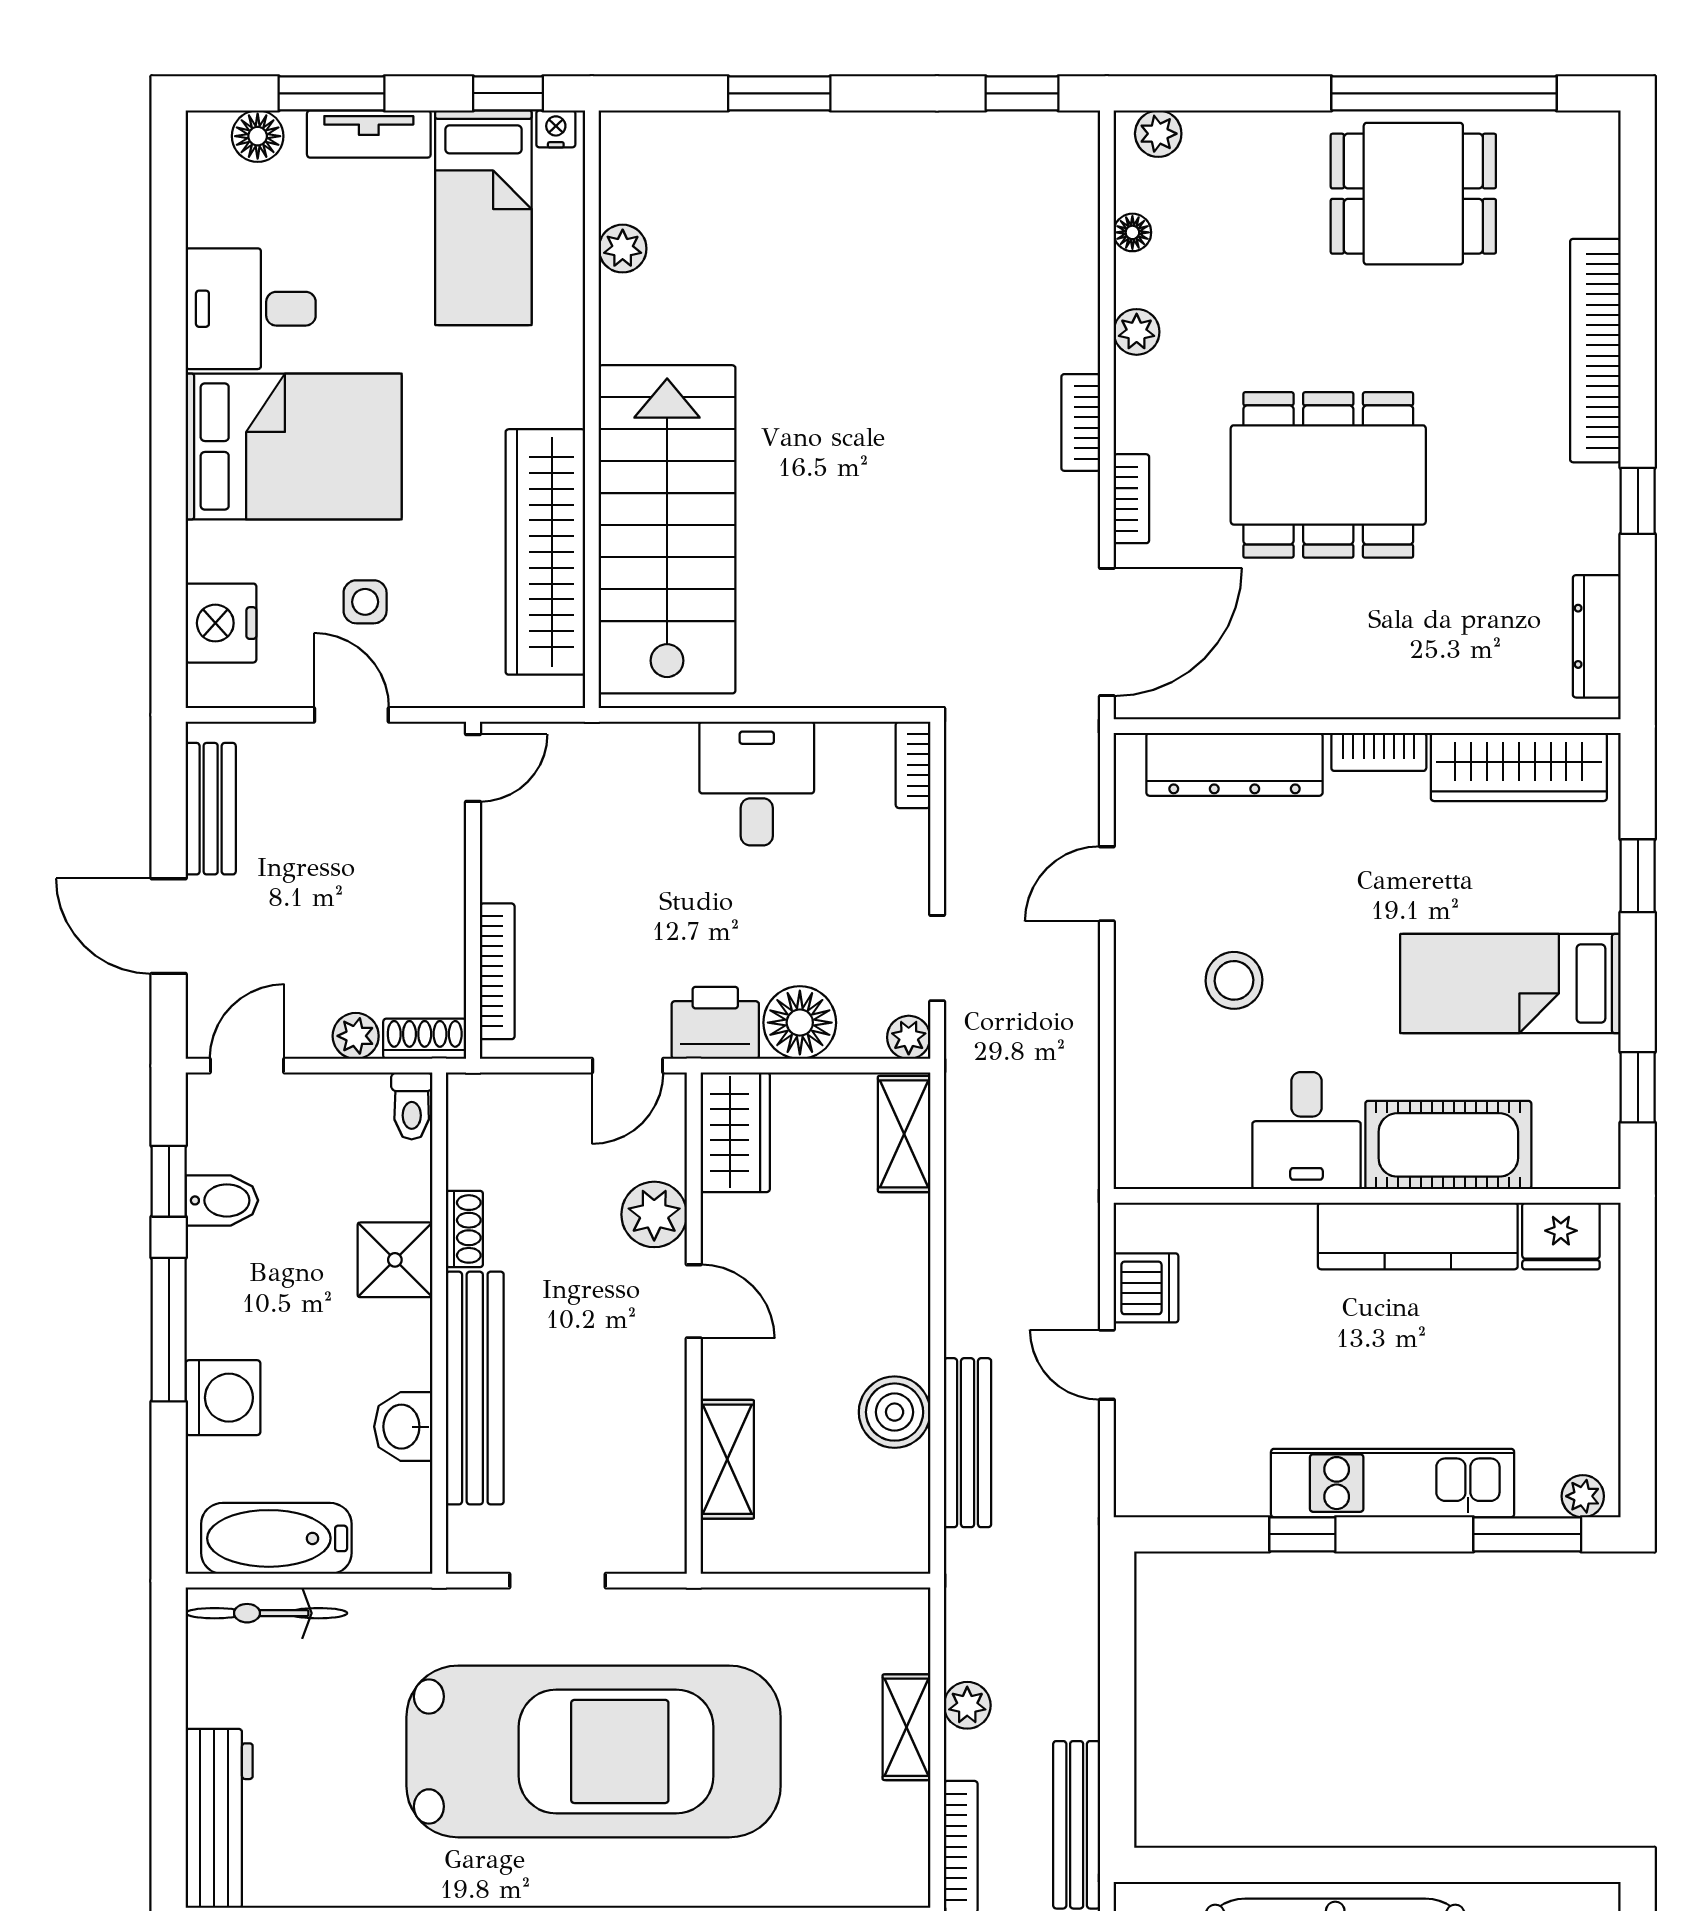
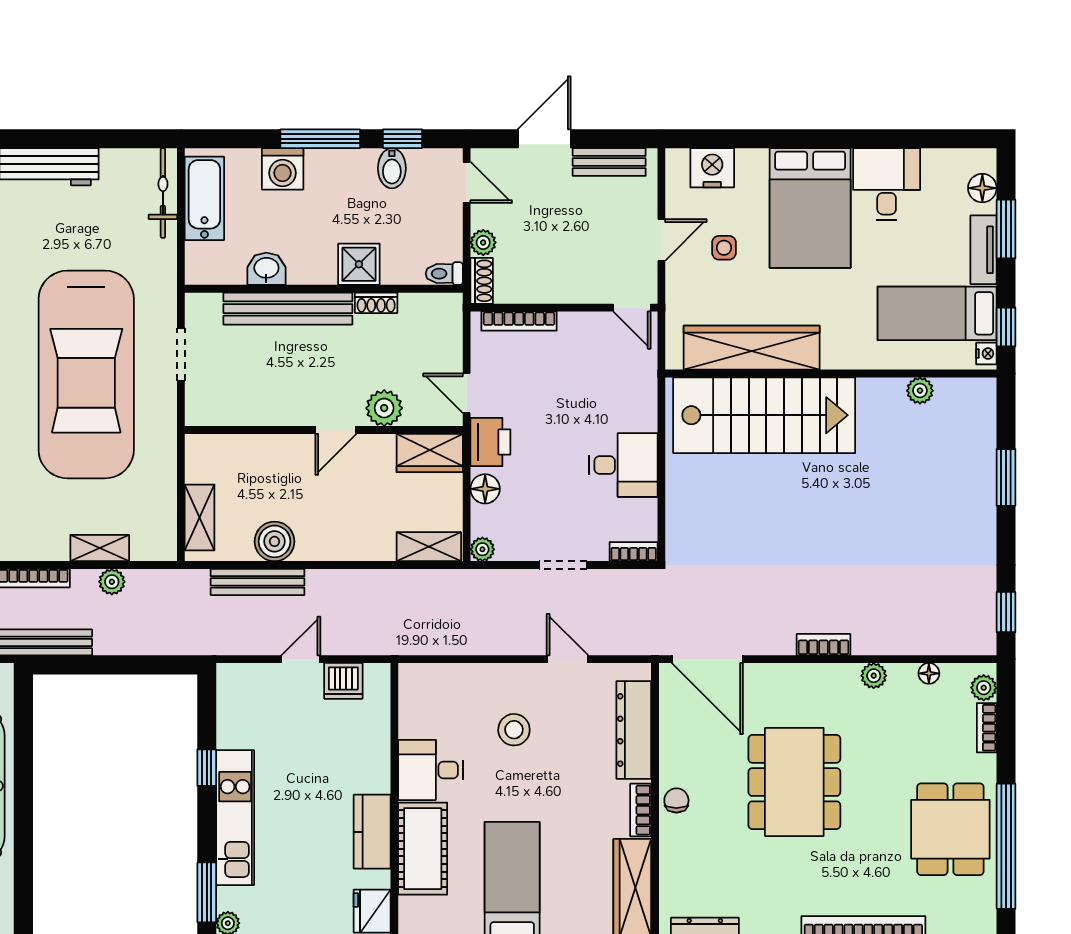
bookcase: (1131, 499) -> (987, 728), moved, turned 90
chair: (1361, 688) -> (676, 800), added
doorway: (937, 958) -> (563, 565), moved
floor lamp: (800, 1023) -> (485, 489), width x0.73, depth x0.73
kitchen counter: (1418, 1236) -> (372, 832), width x0.67
shelving: (727, 1459) -> (200, 518), moved, turned 90

